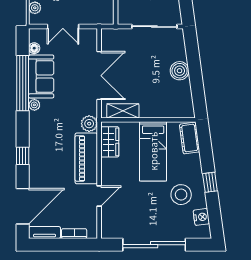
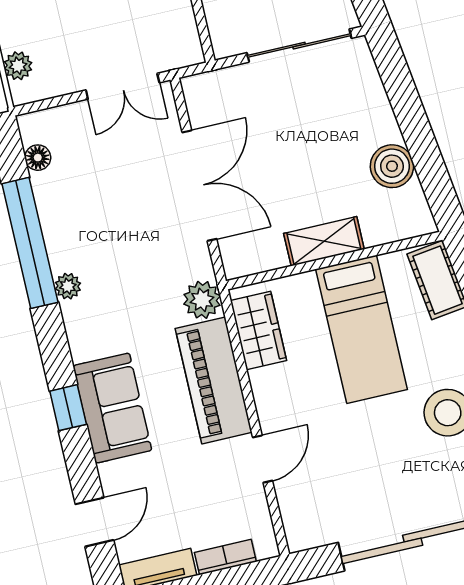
double door: (63, 27) -> (123, 86), moved
boiler: (180, 71) -> (392, 166), moved
sofa: (41, 76) -> (112, 408), moved
shelving: (123, 111) -> (324, 241), moved
door: (23, 206) -> (94, 522), width x0.53

